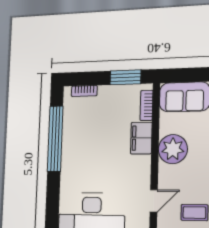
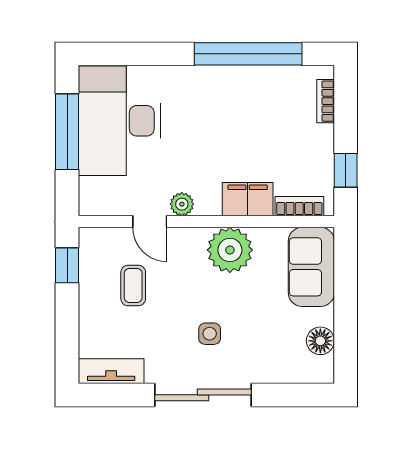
window: (125, 77) -> (346, 170), width x0.67
plant: (143, 180) -> (182, 204), added

